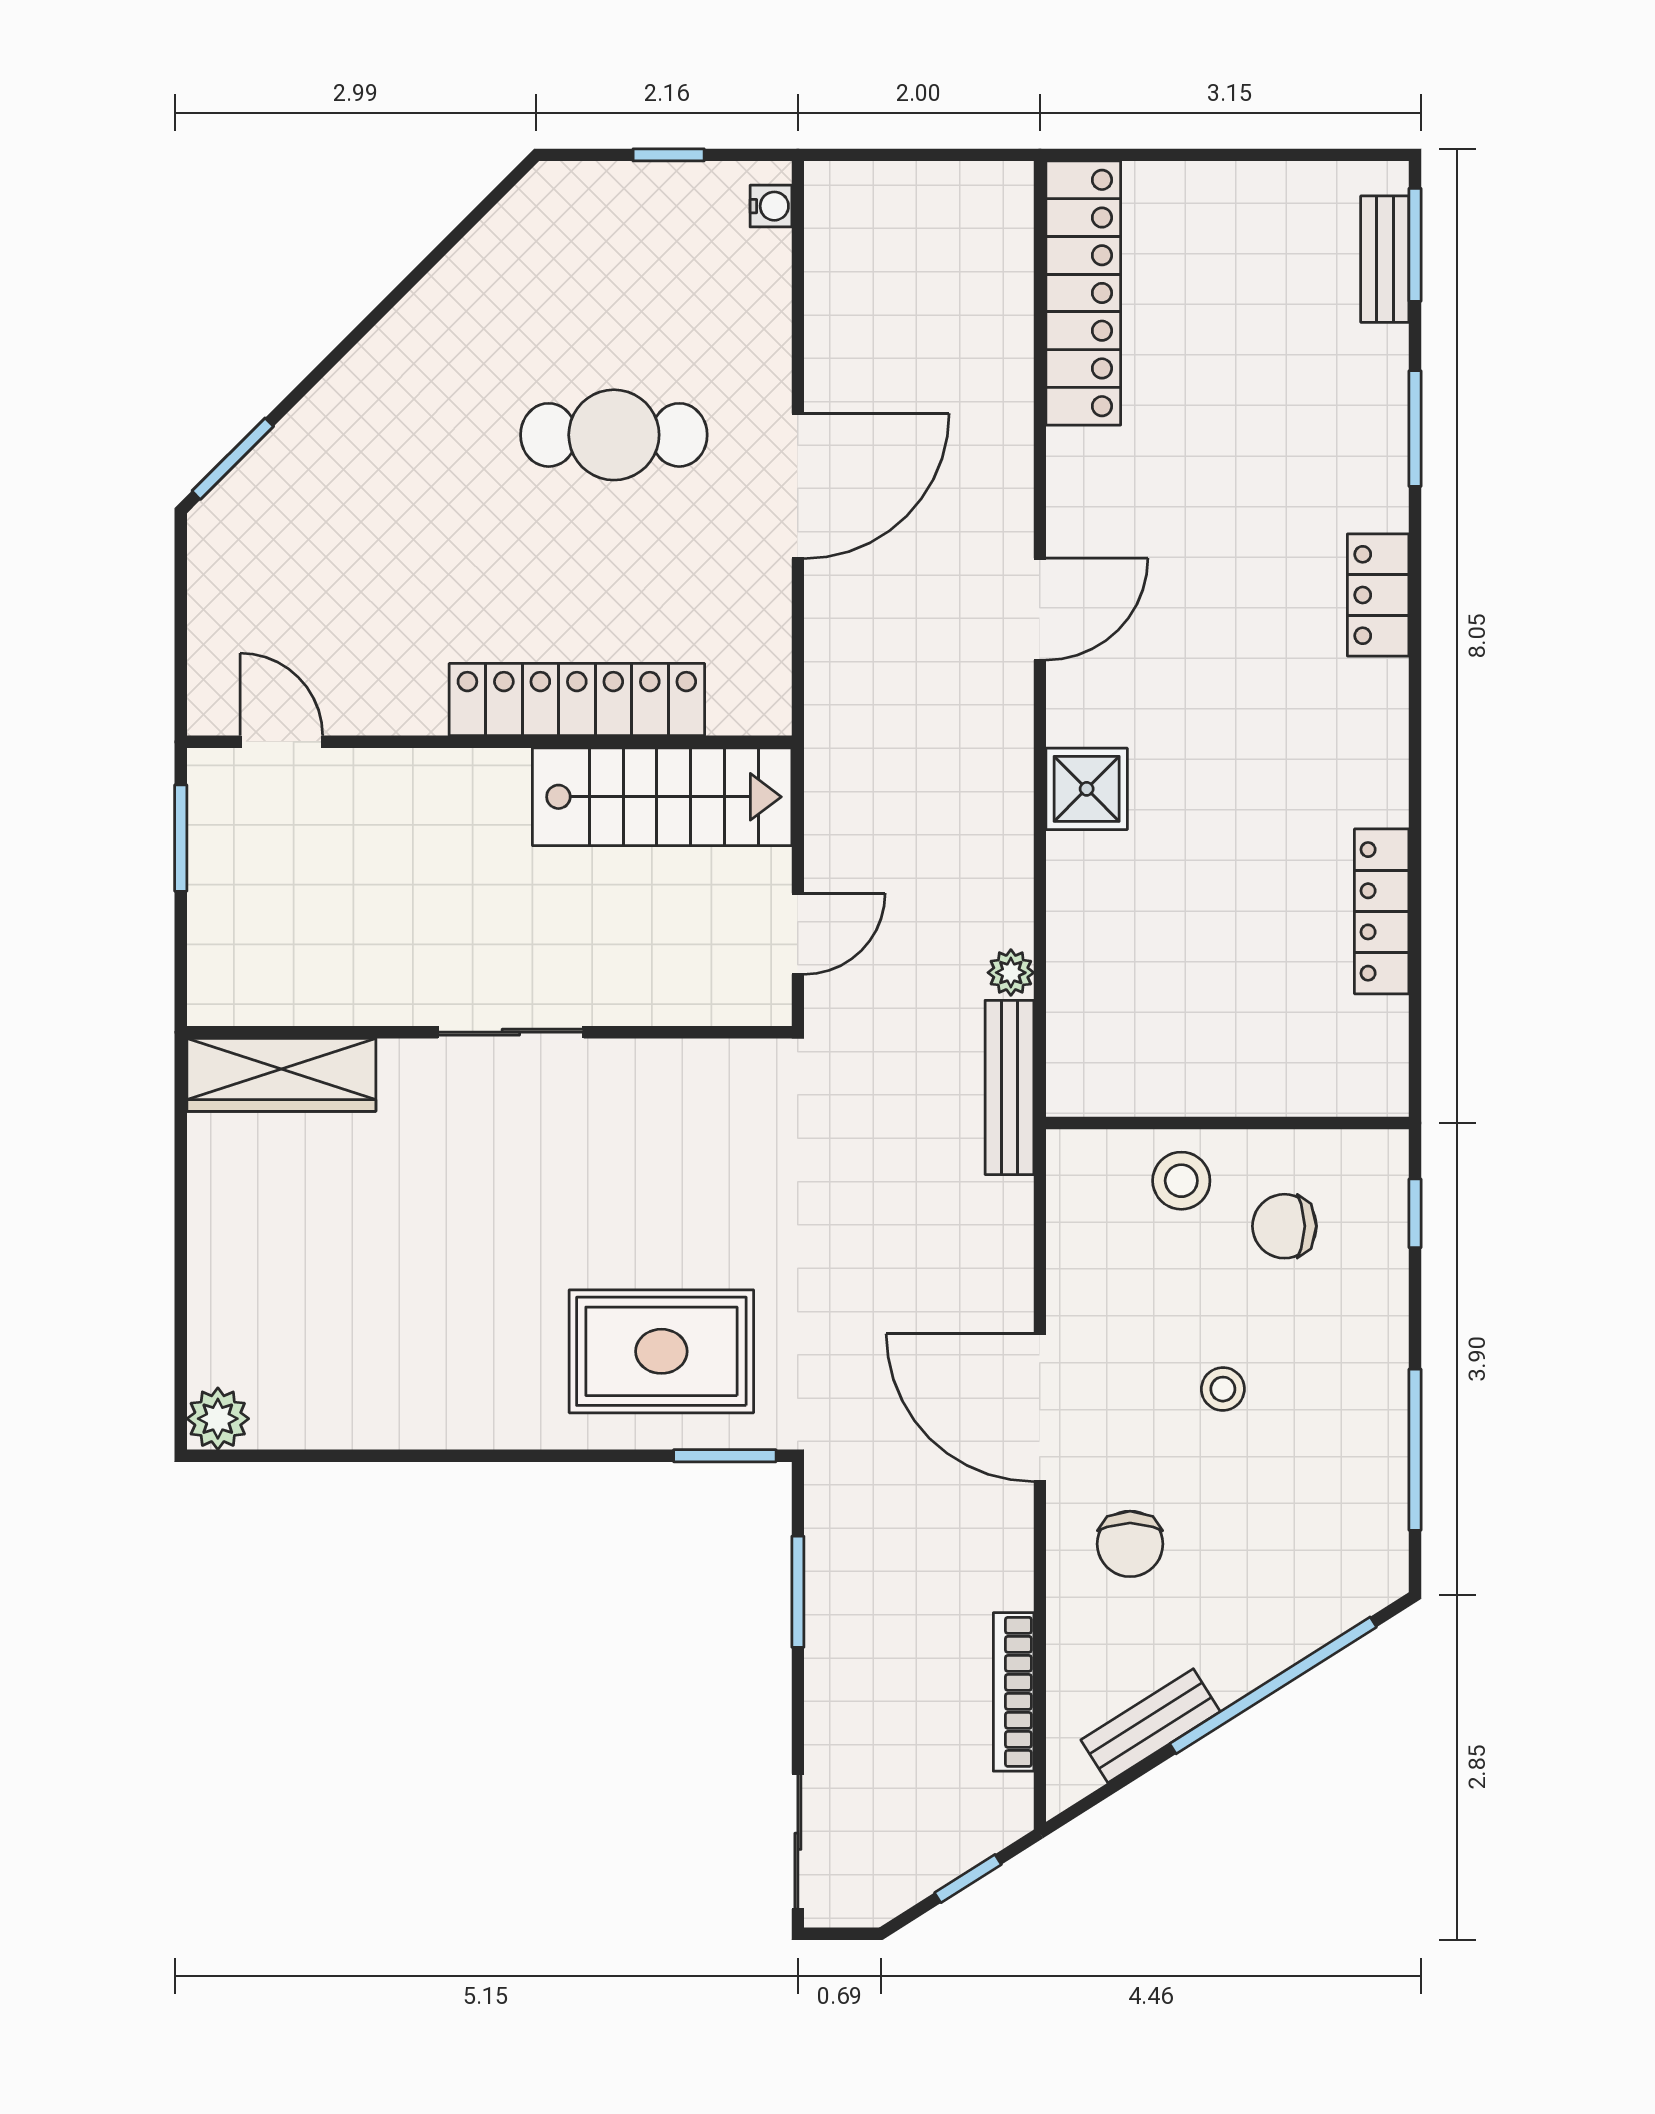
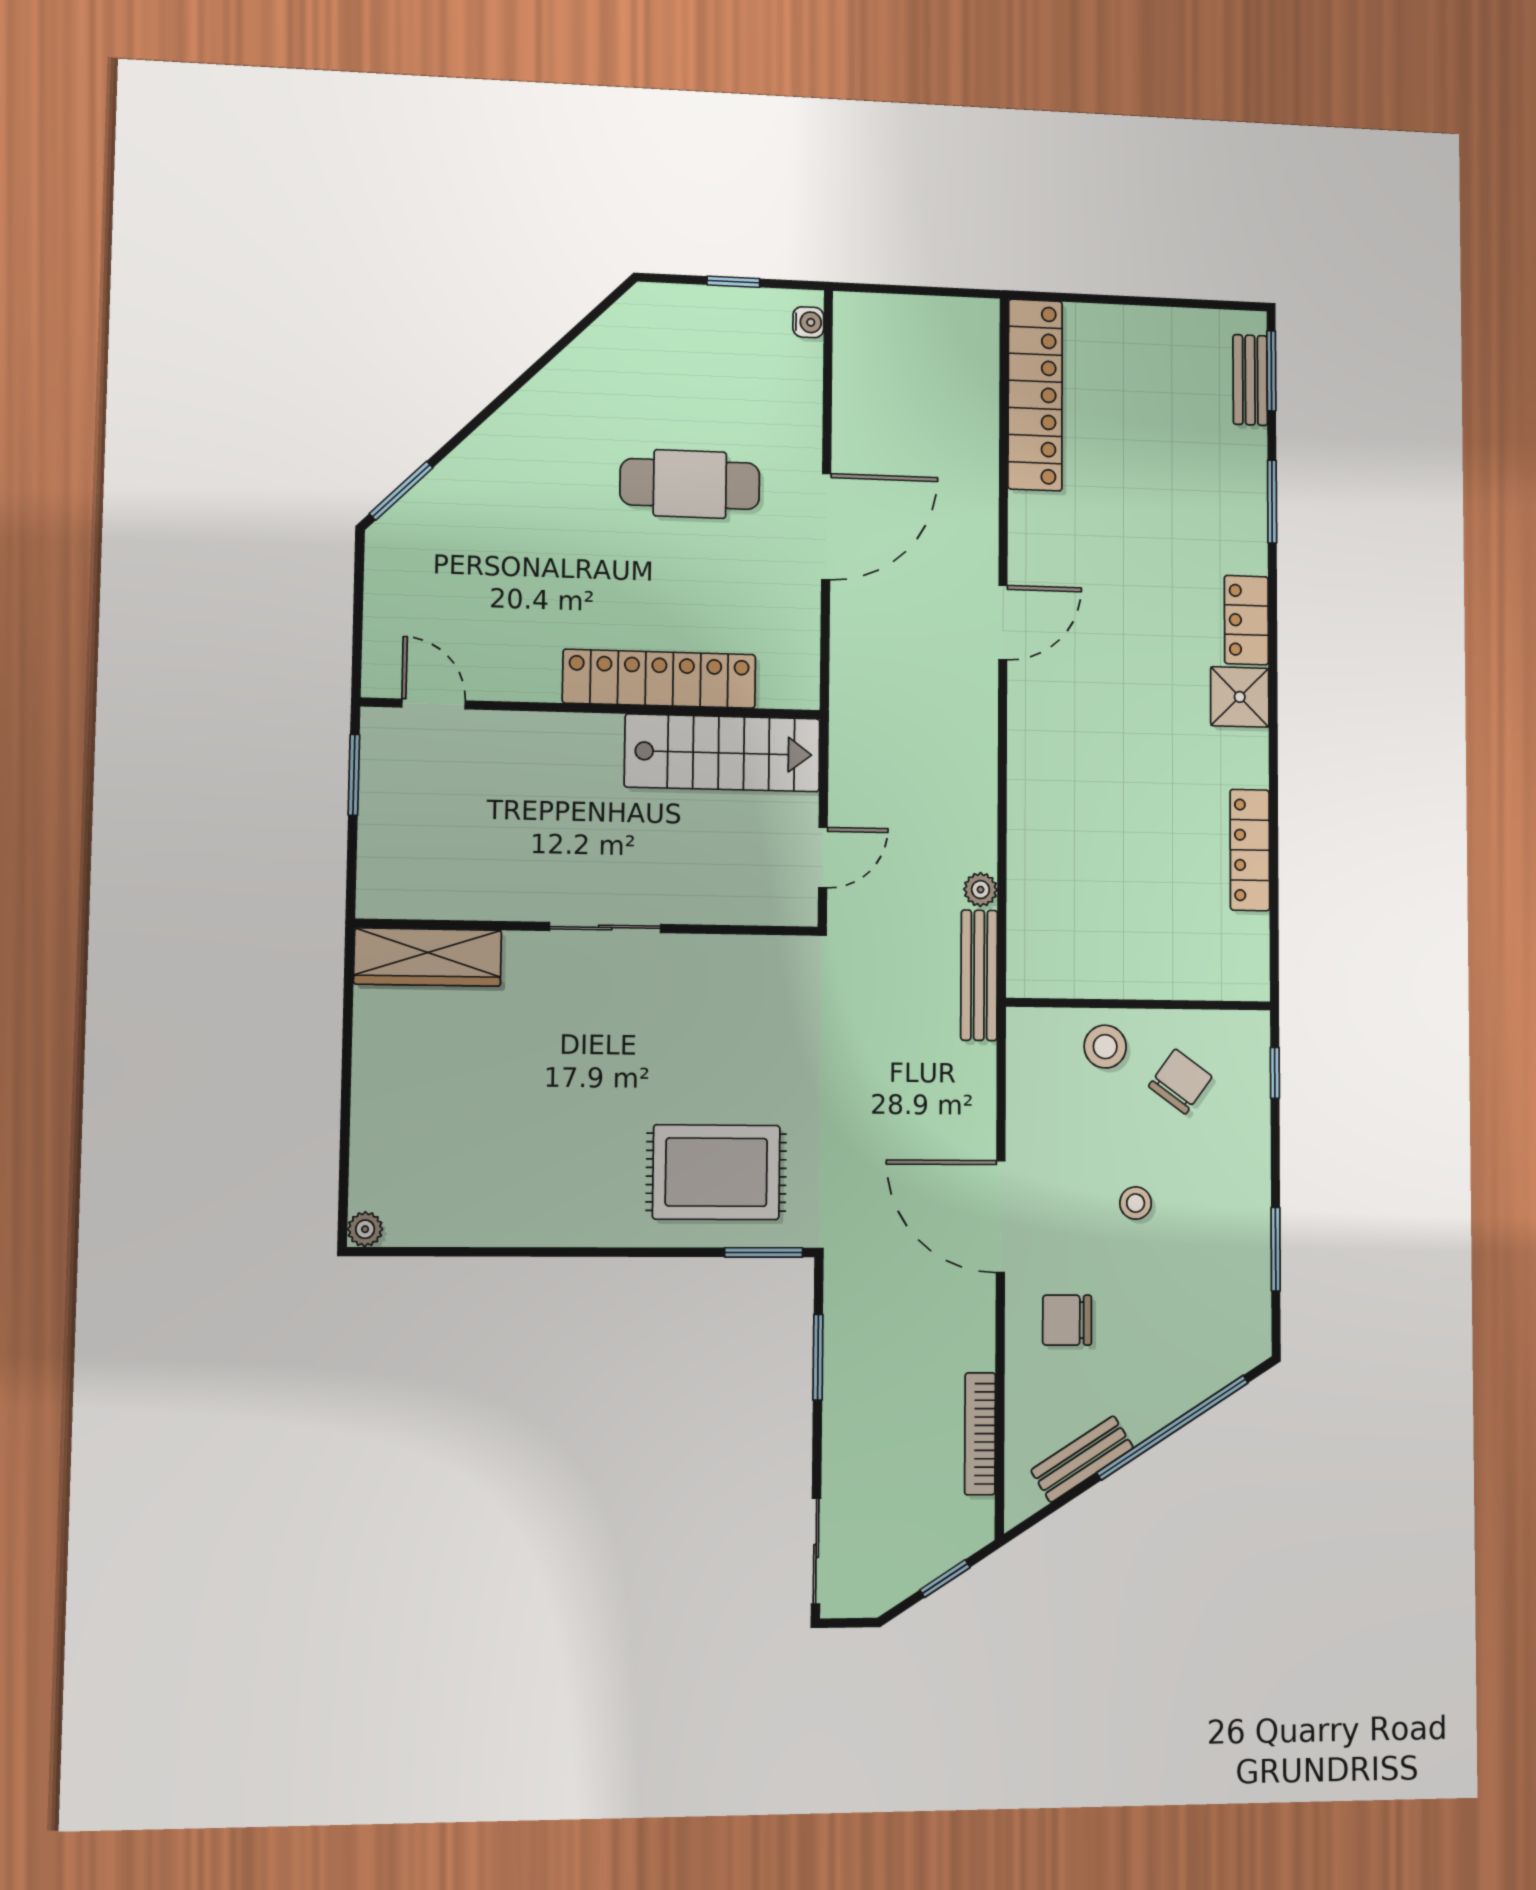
shower: (1087, 789) -> (1240, 697), moved
chair: (1284, 1226) -> (1180, 1081), turned 126
plant: (218, 1419) -> (365, 1229), width x0.73, depth x0.73
window: (1415, 1450) -> (1276, 1249), width x0.69
chair: (1130, 1544) -> (1067, 1320), turned 90

